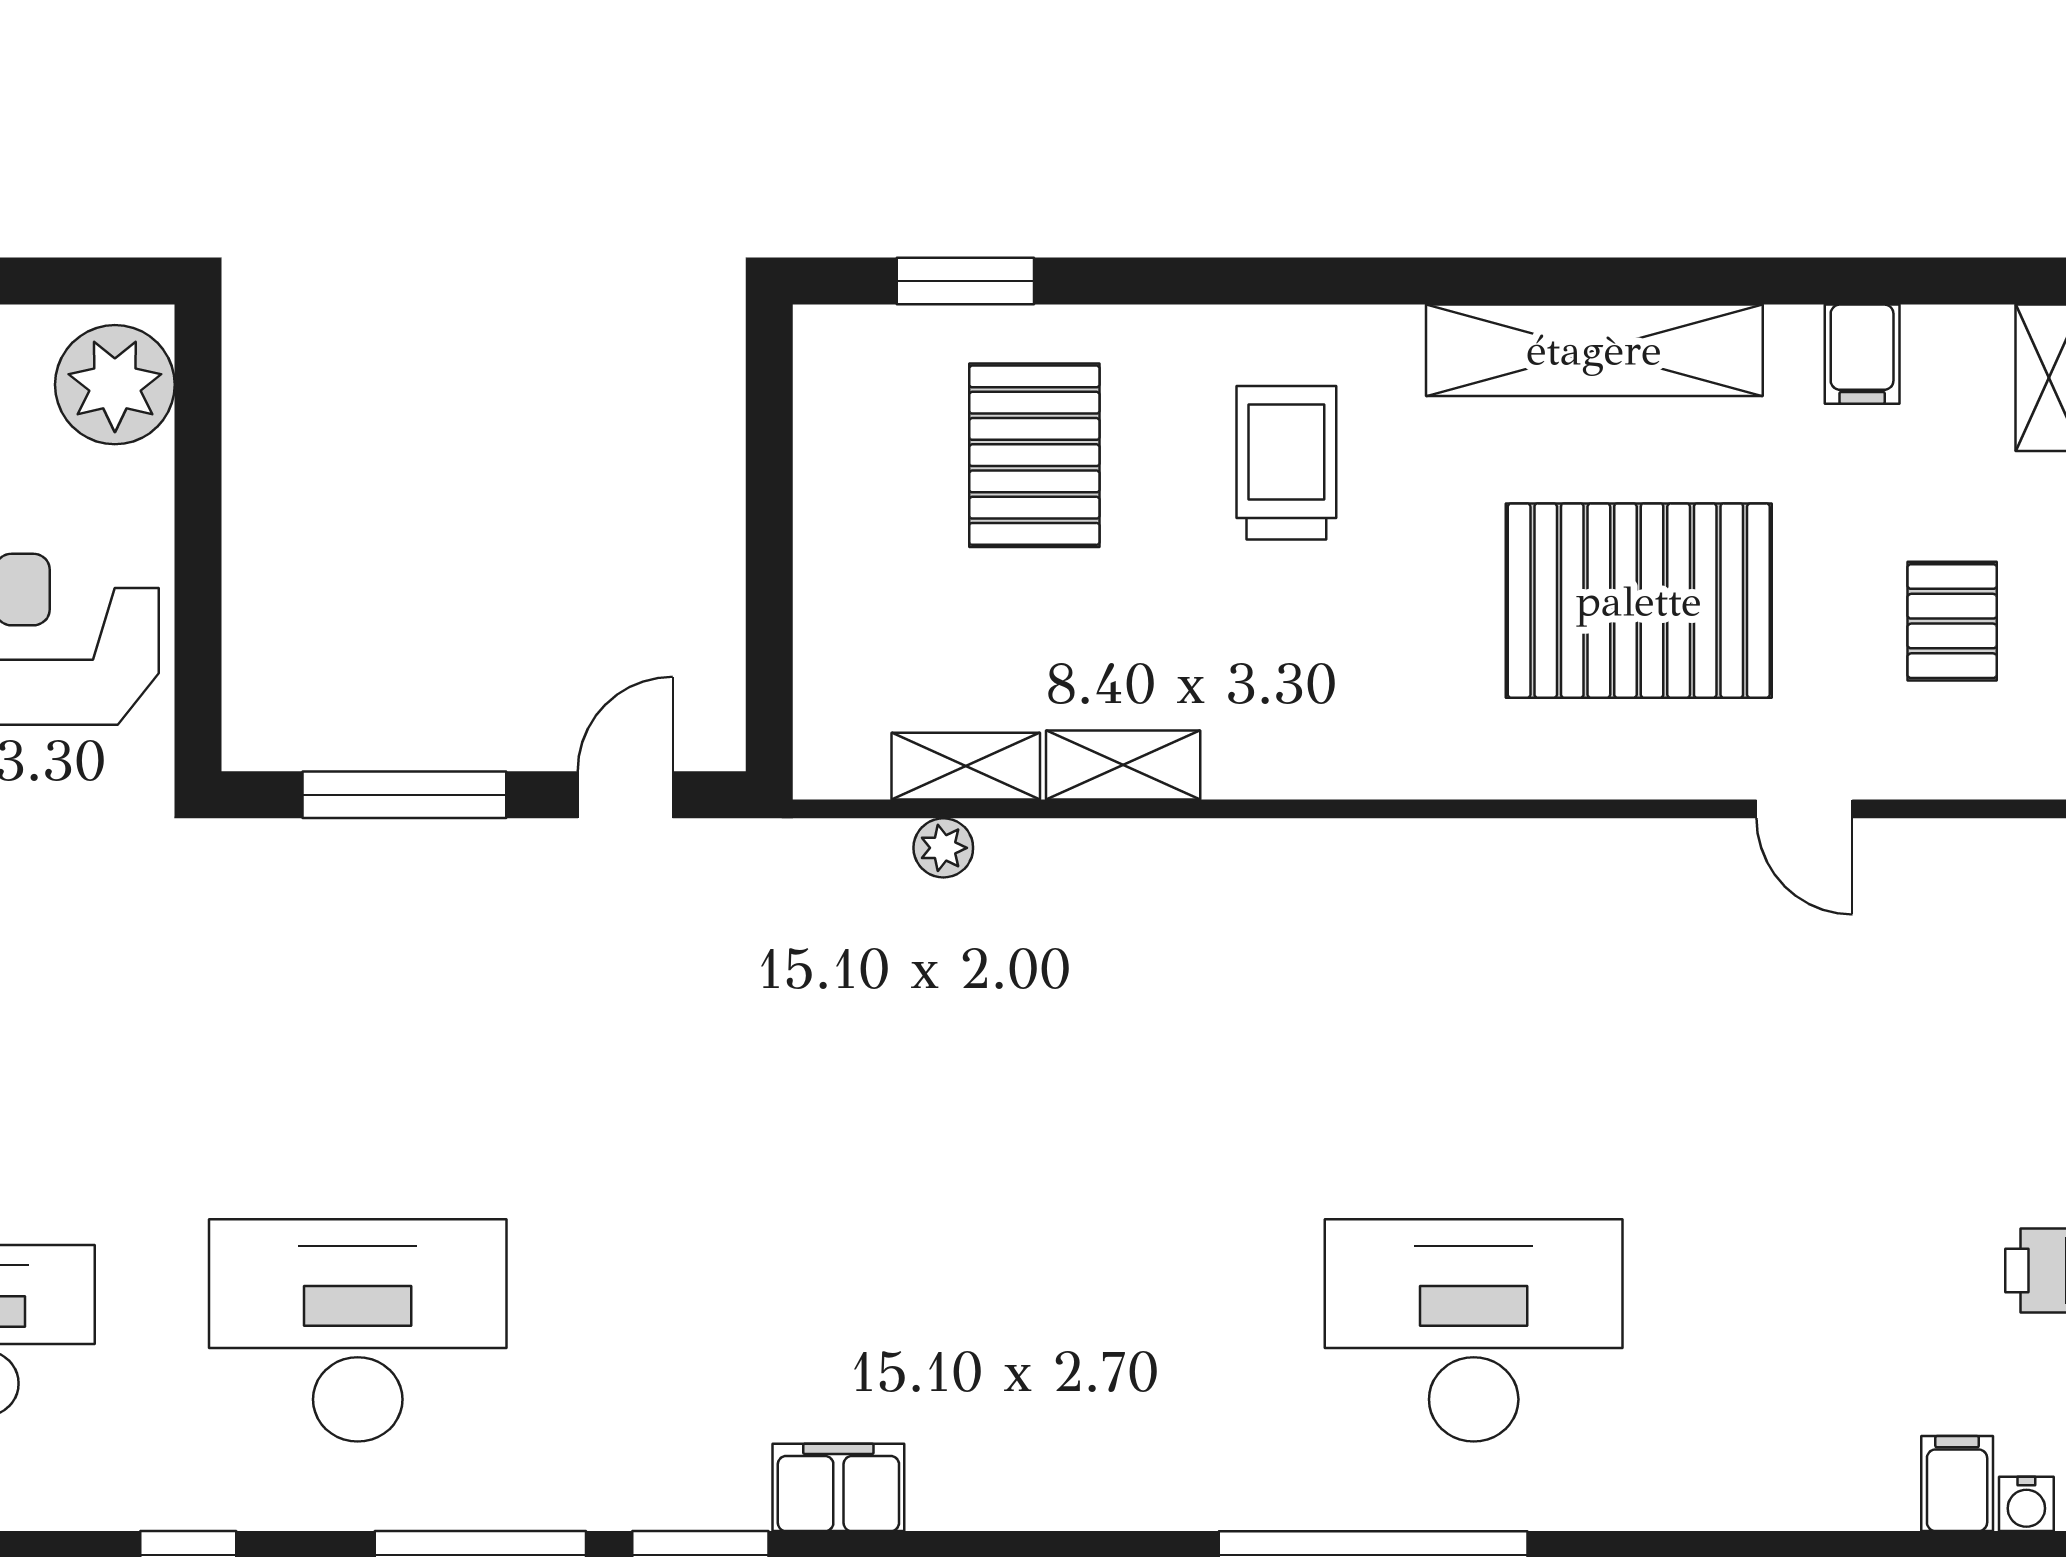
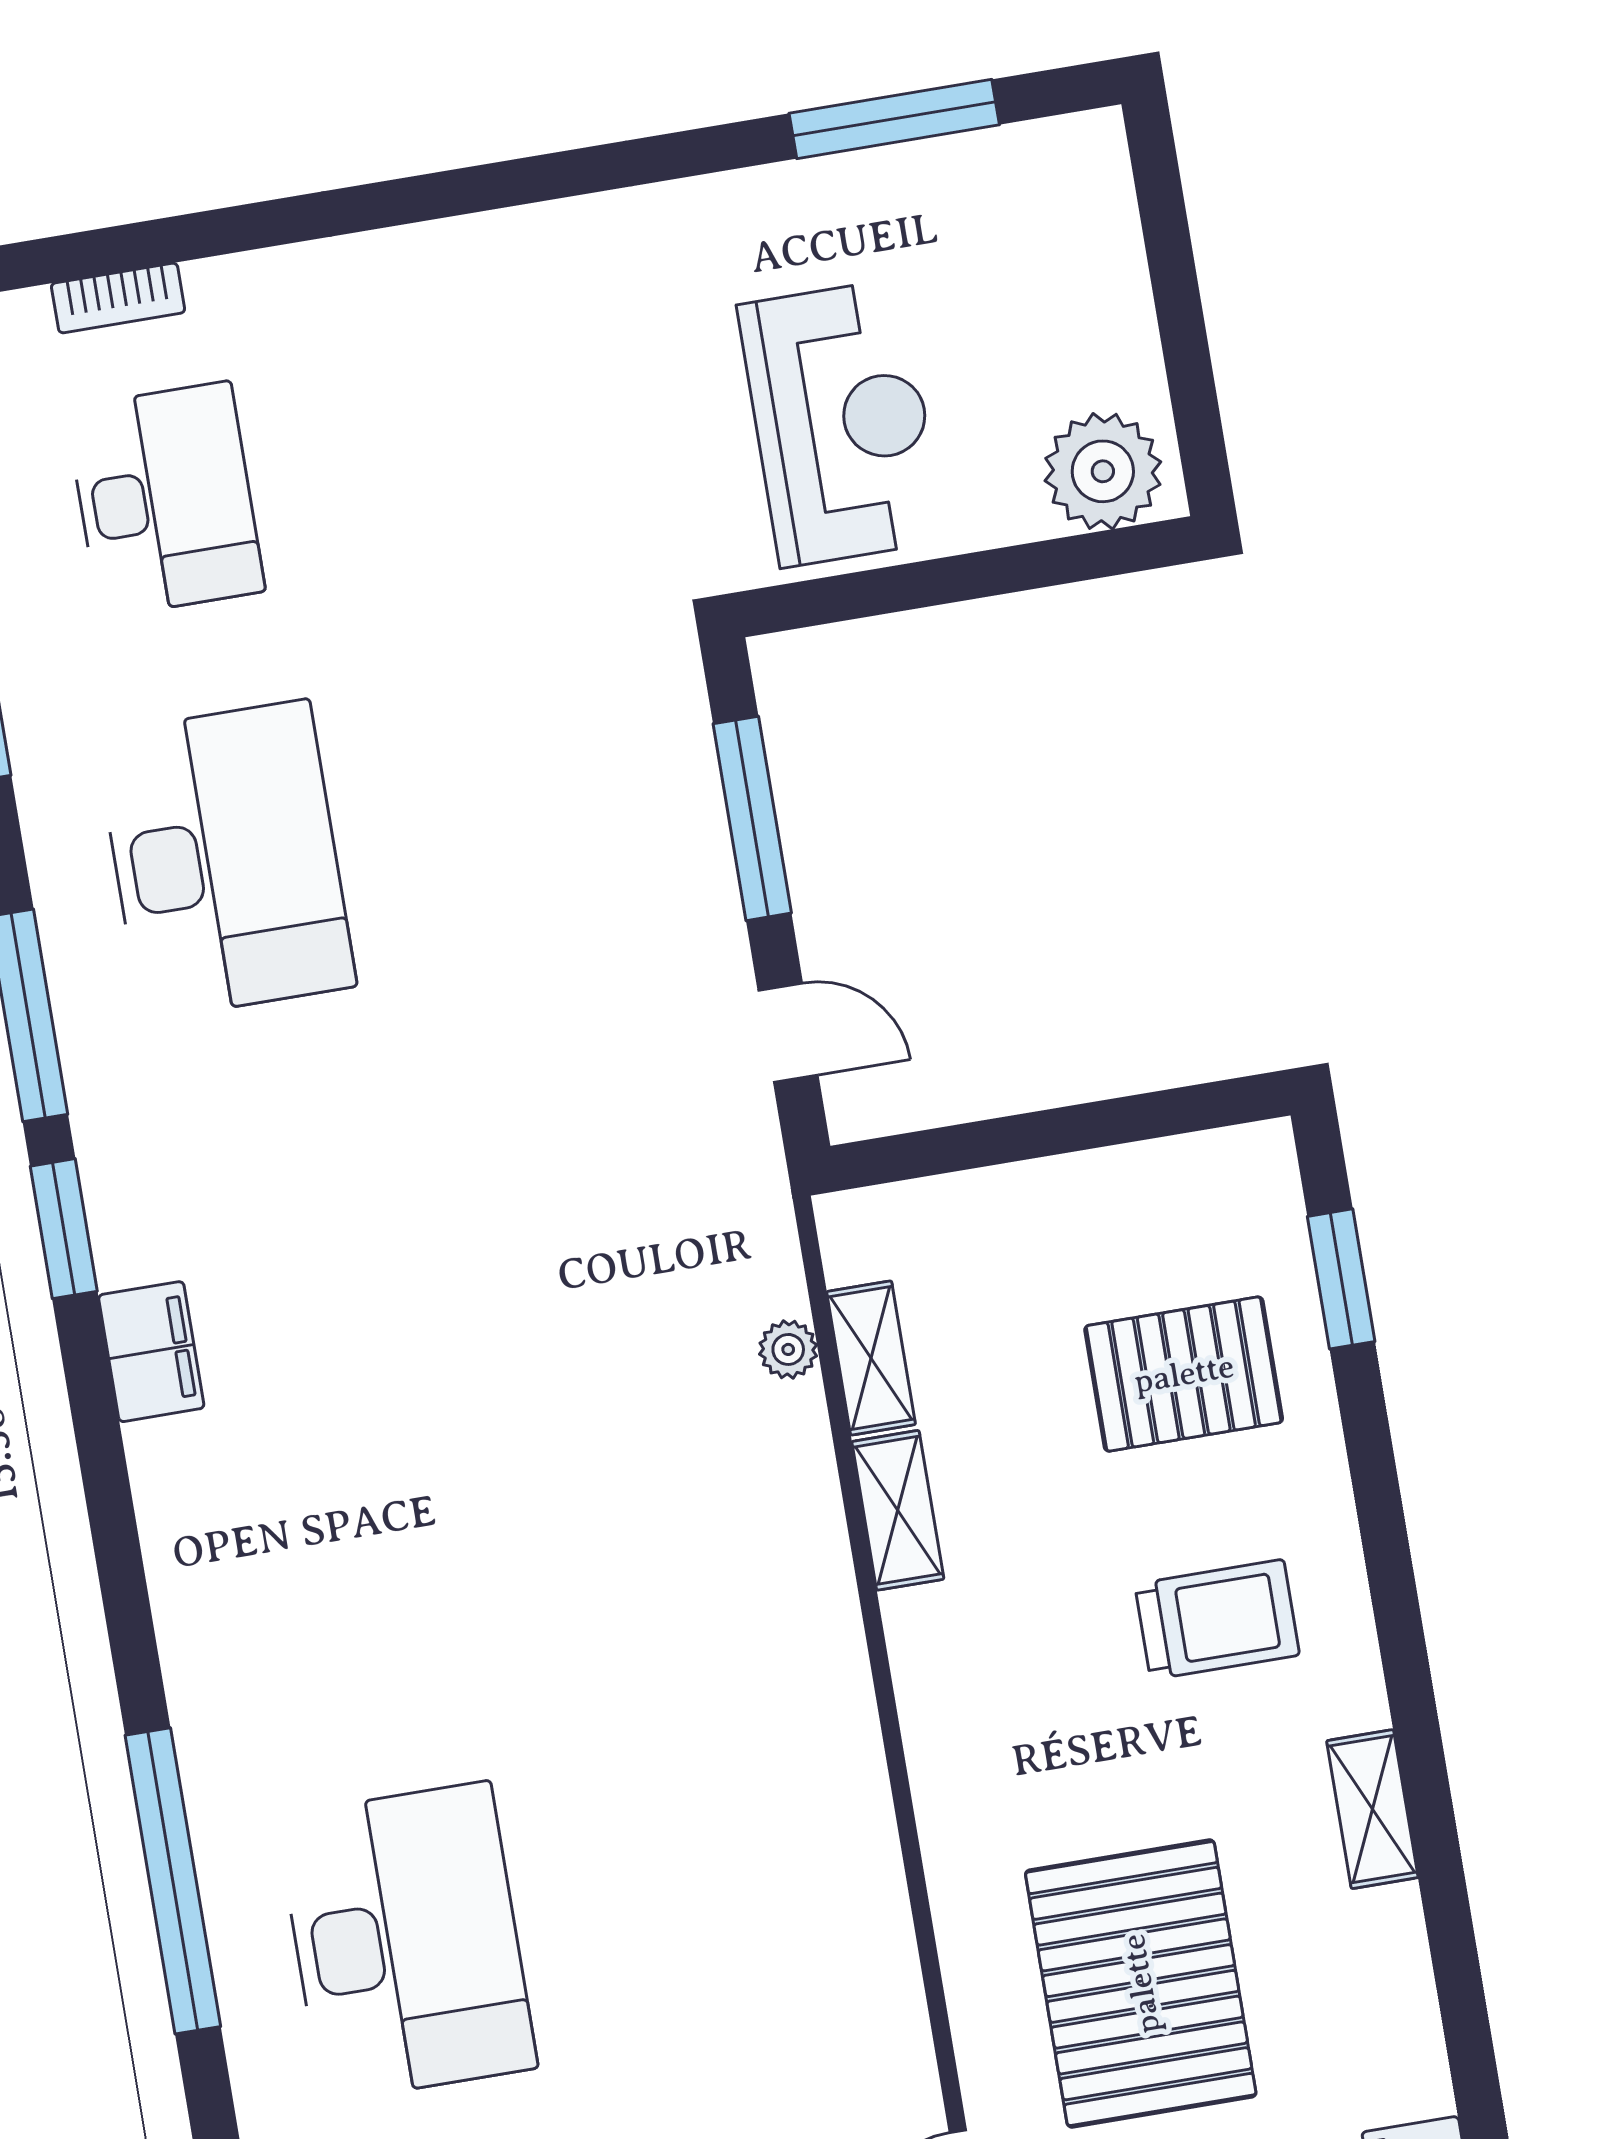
shelving: (1594, 350) -> (1372, 1809), width x0.45, depth x0.75

